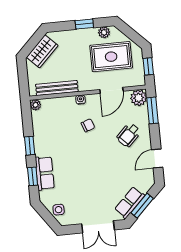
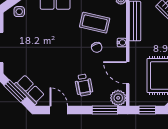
coffee table: (63, 130) -> (95, 23), added
wheelchair: (129, 135) -> (84, 85), turned -146
row of seats: (130, 202) -> (29, 90), moved

